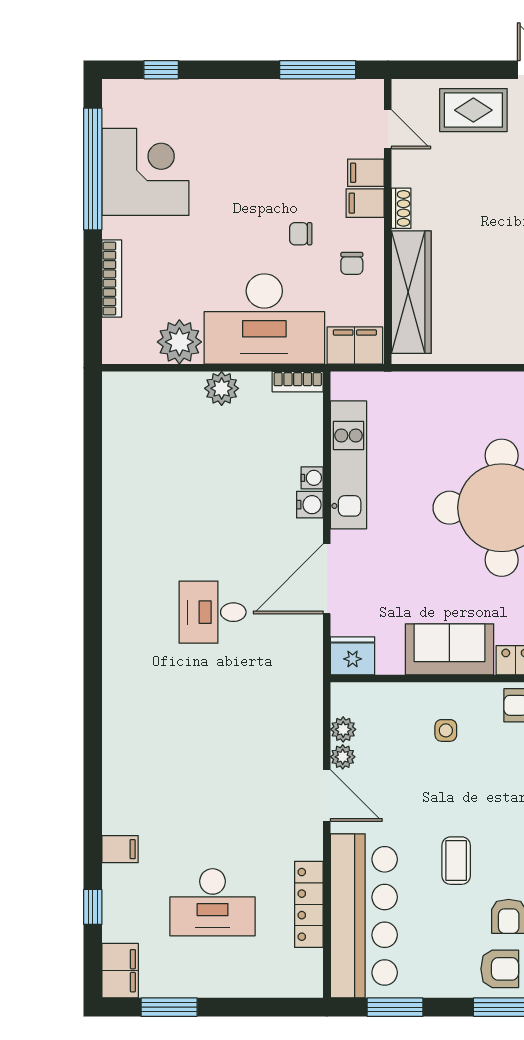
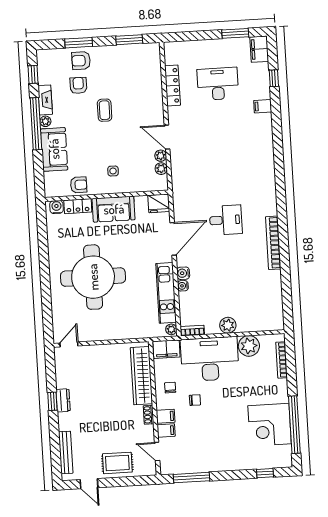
bookcase: (112, 279) -> (282, 360), moved
plant: (342, 387) -> (171, 329), added
bookcase: (115, 558) -> (273, 243), added
bar counter: (364, 916) -> (146, 82), removed

